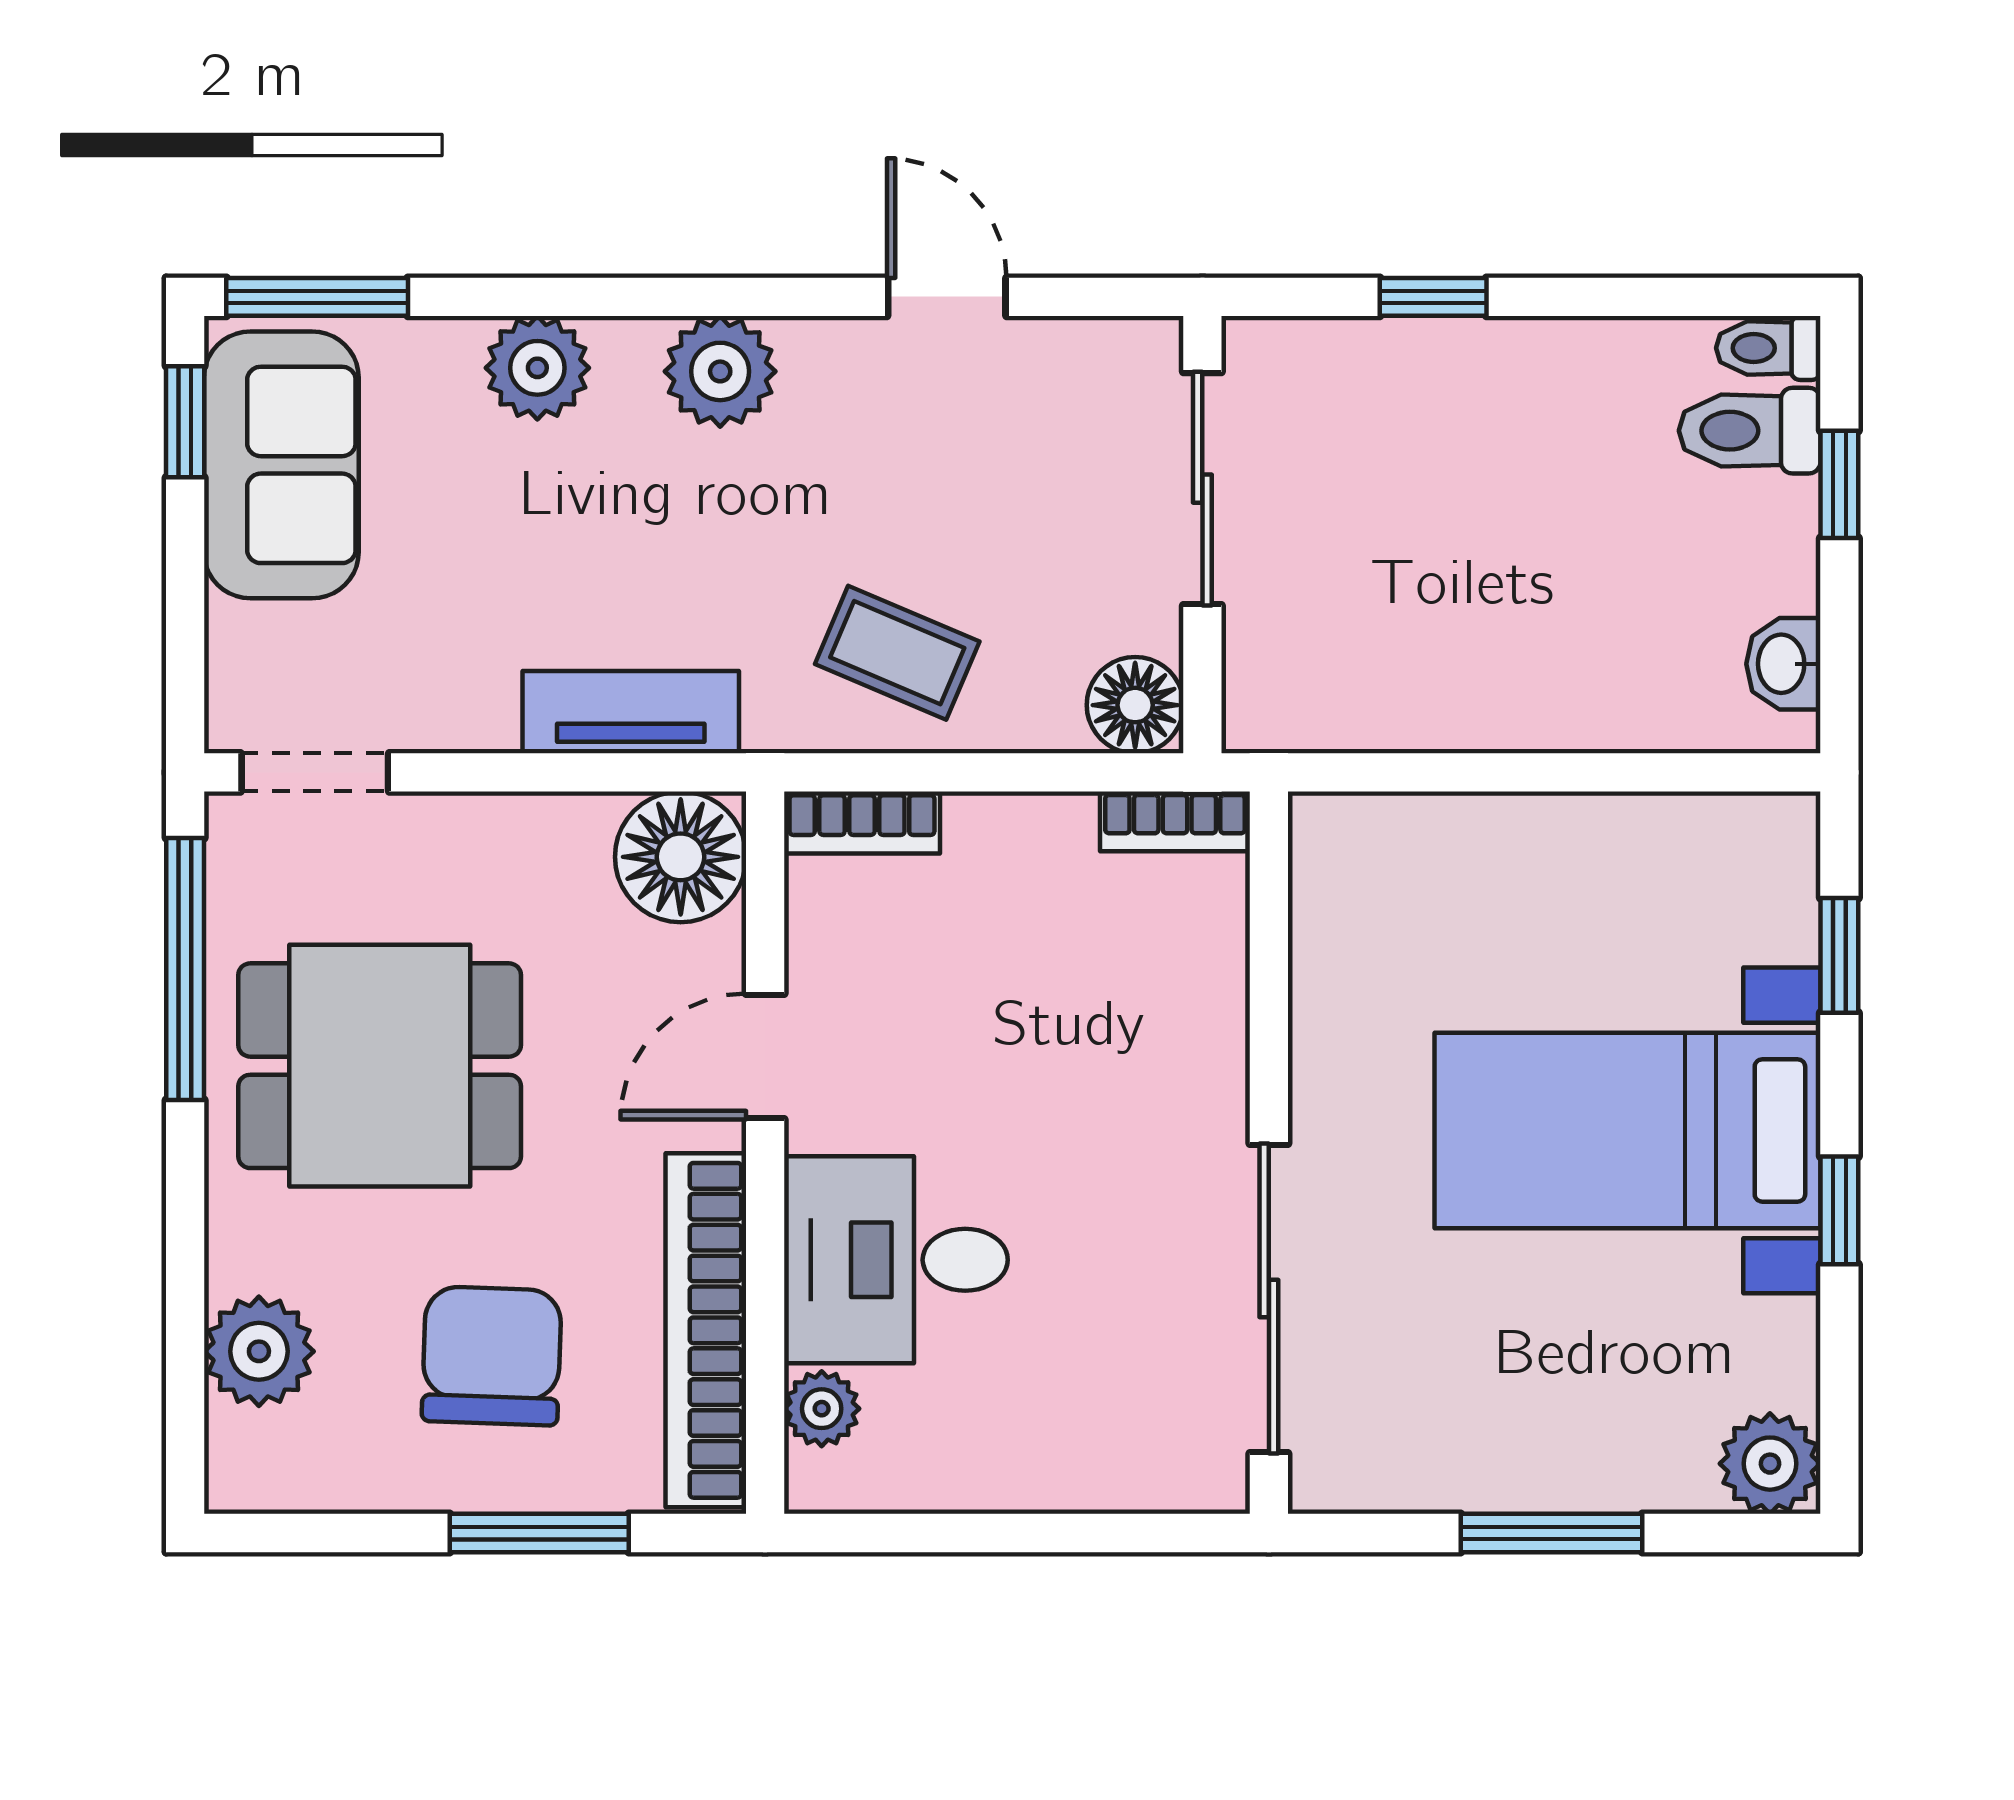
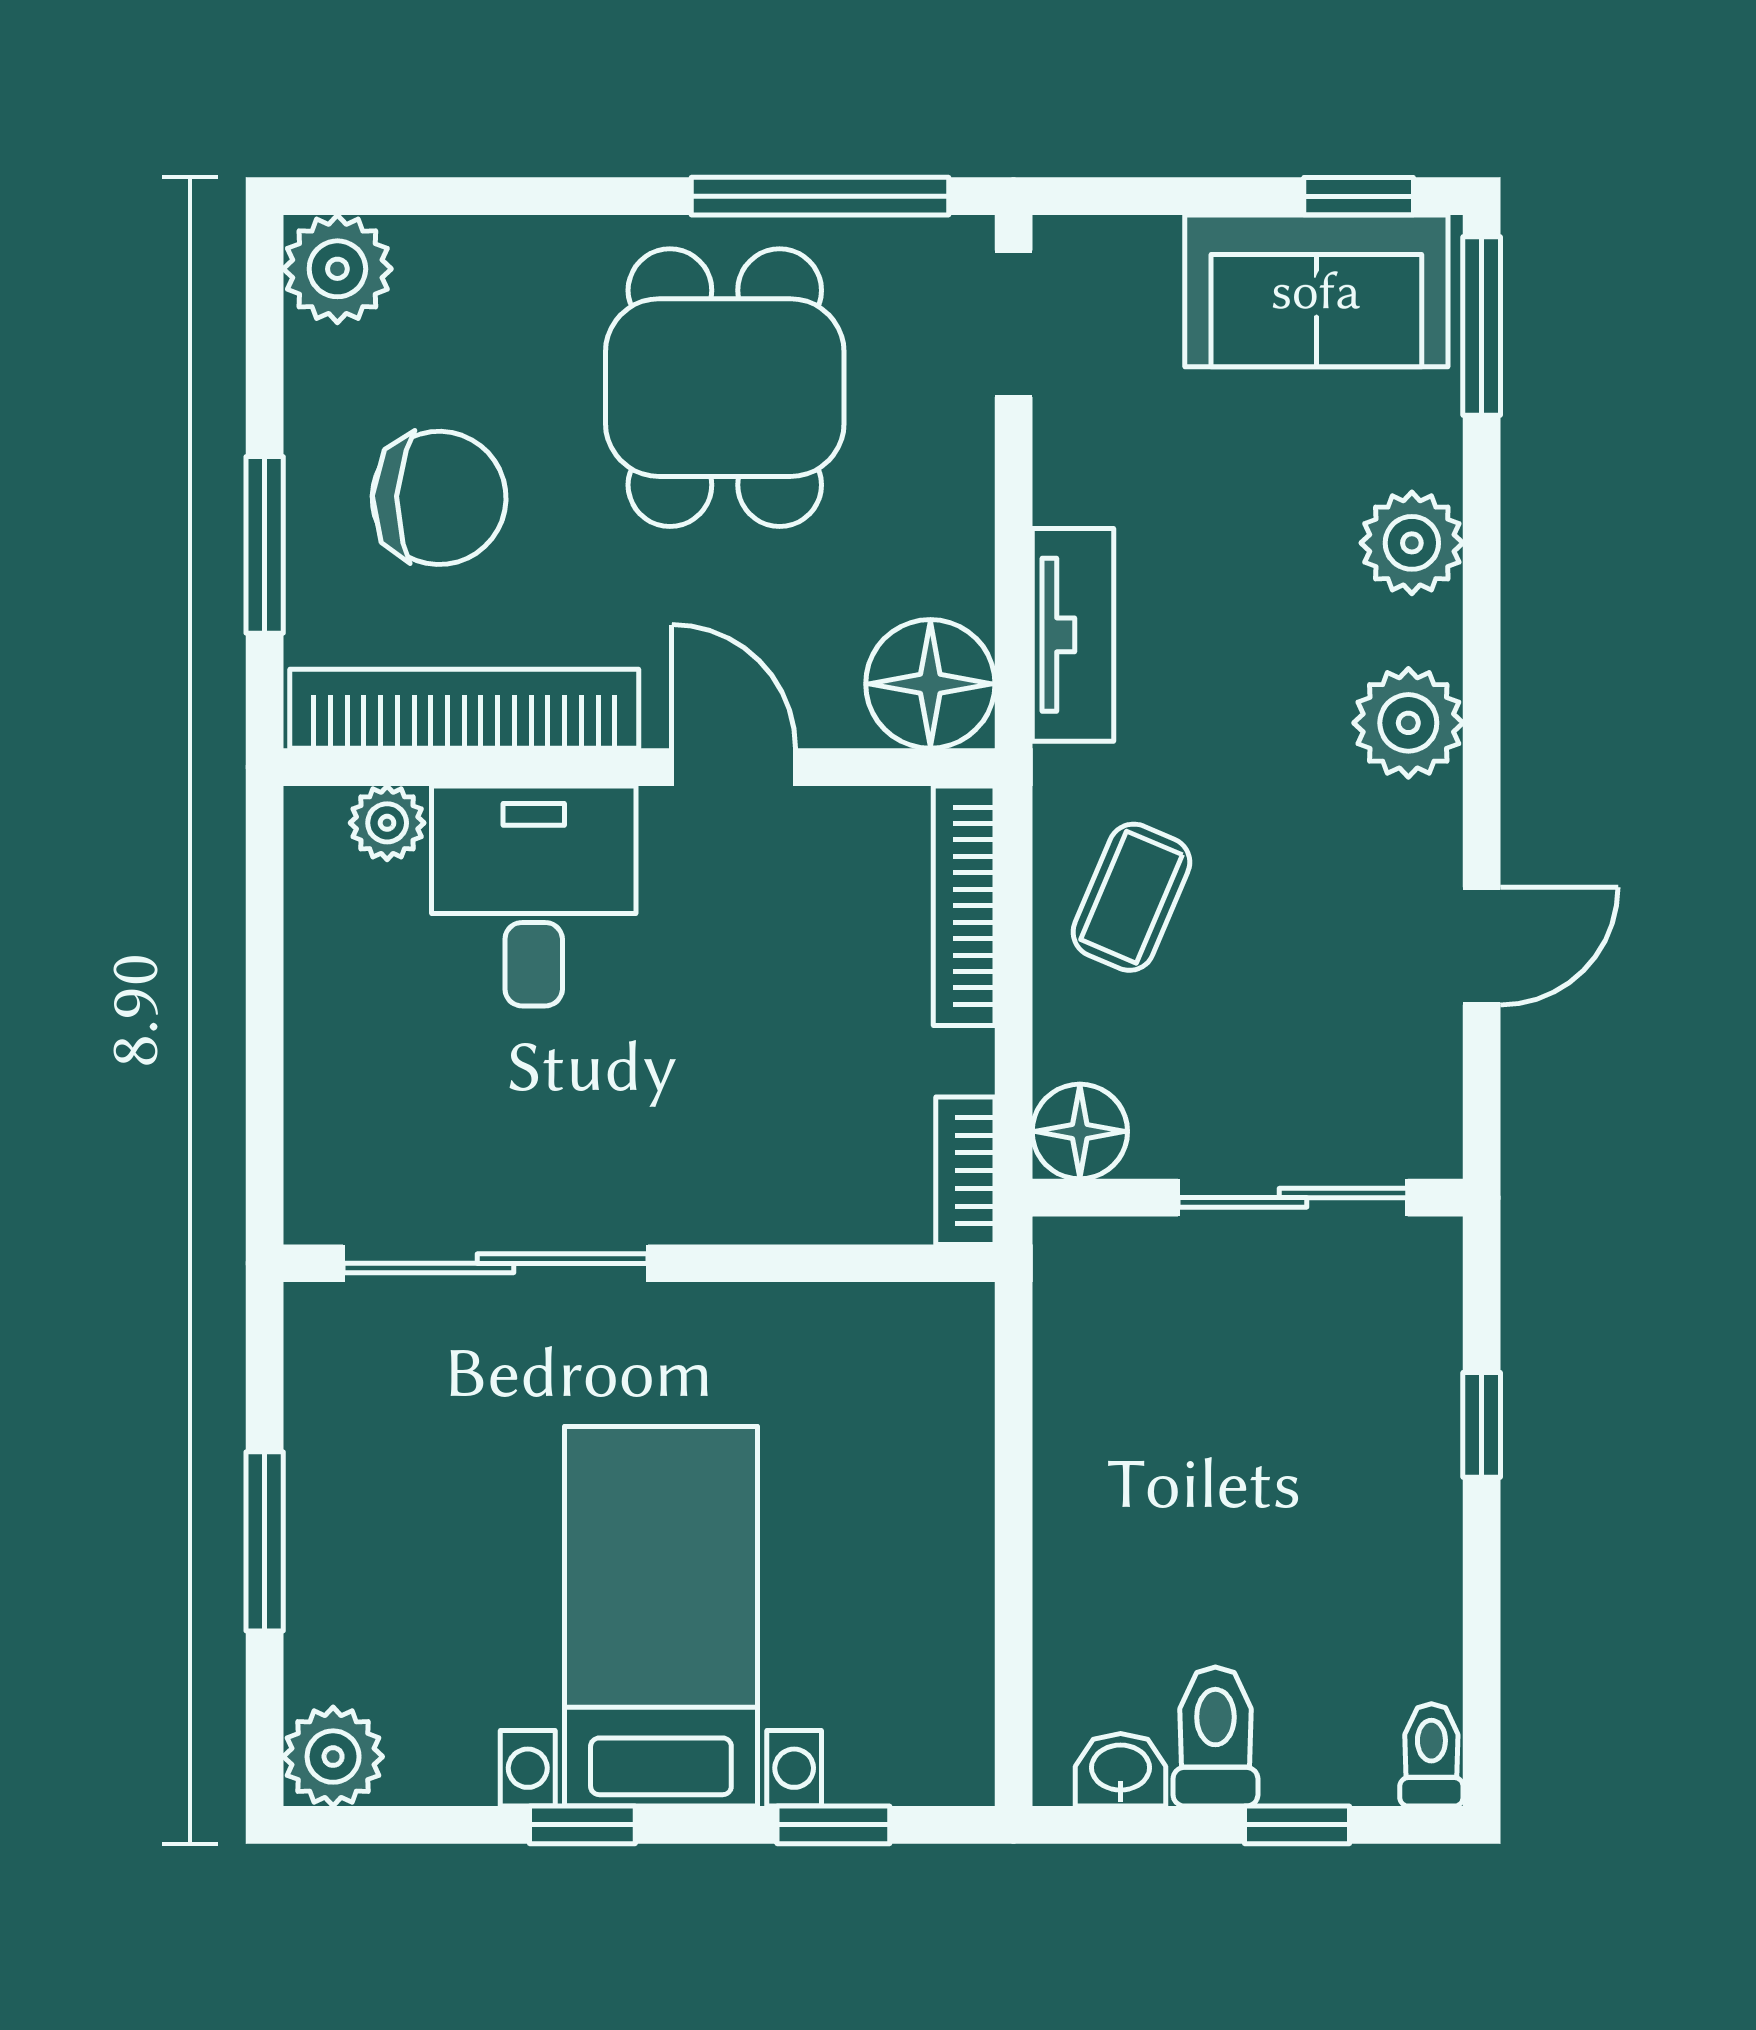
toilet: (1750, 431) -> (1215, 1737), moved
bookcase: (862, 823) -> (964, 906), width x1.56
plant: (259, 1351) -> (337, 269), moved

